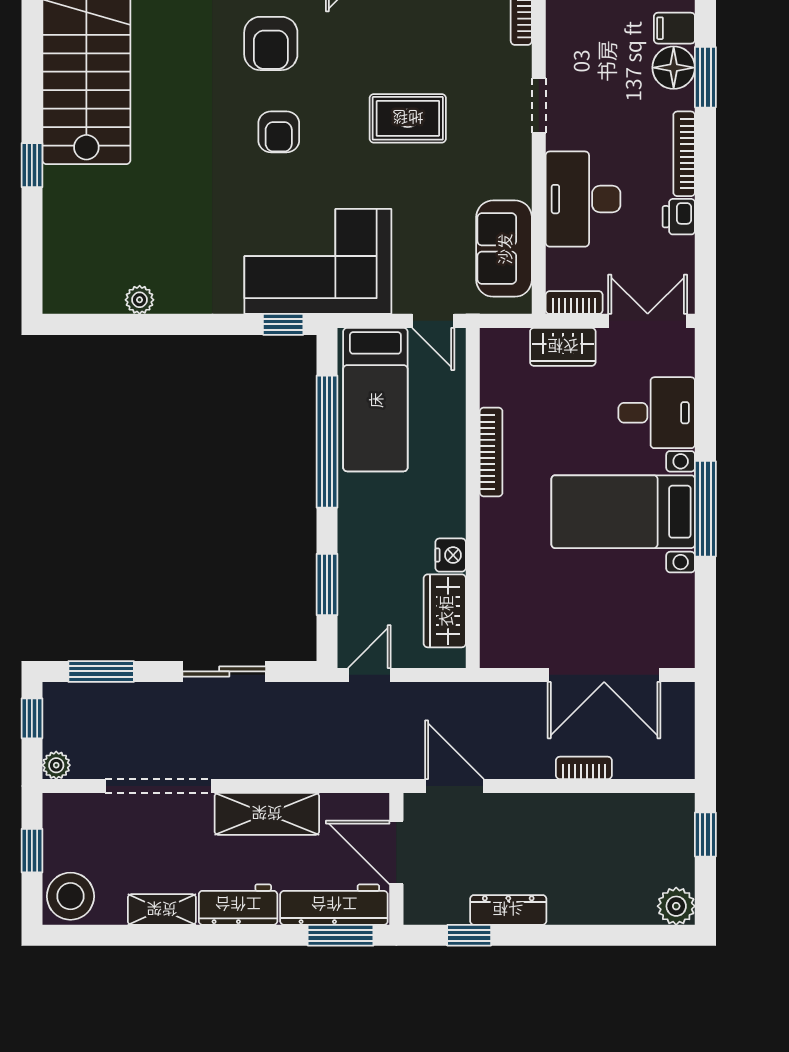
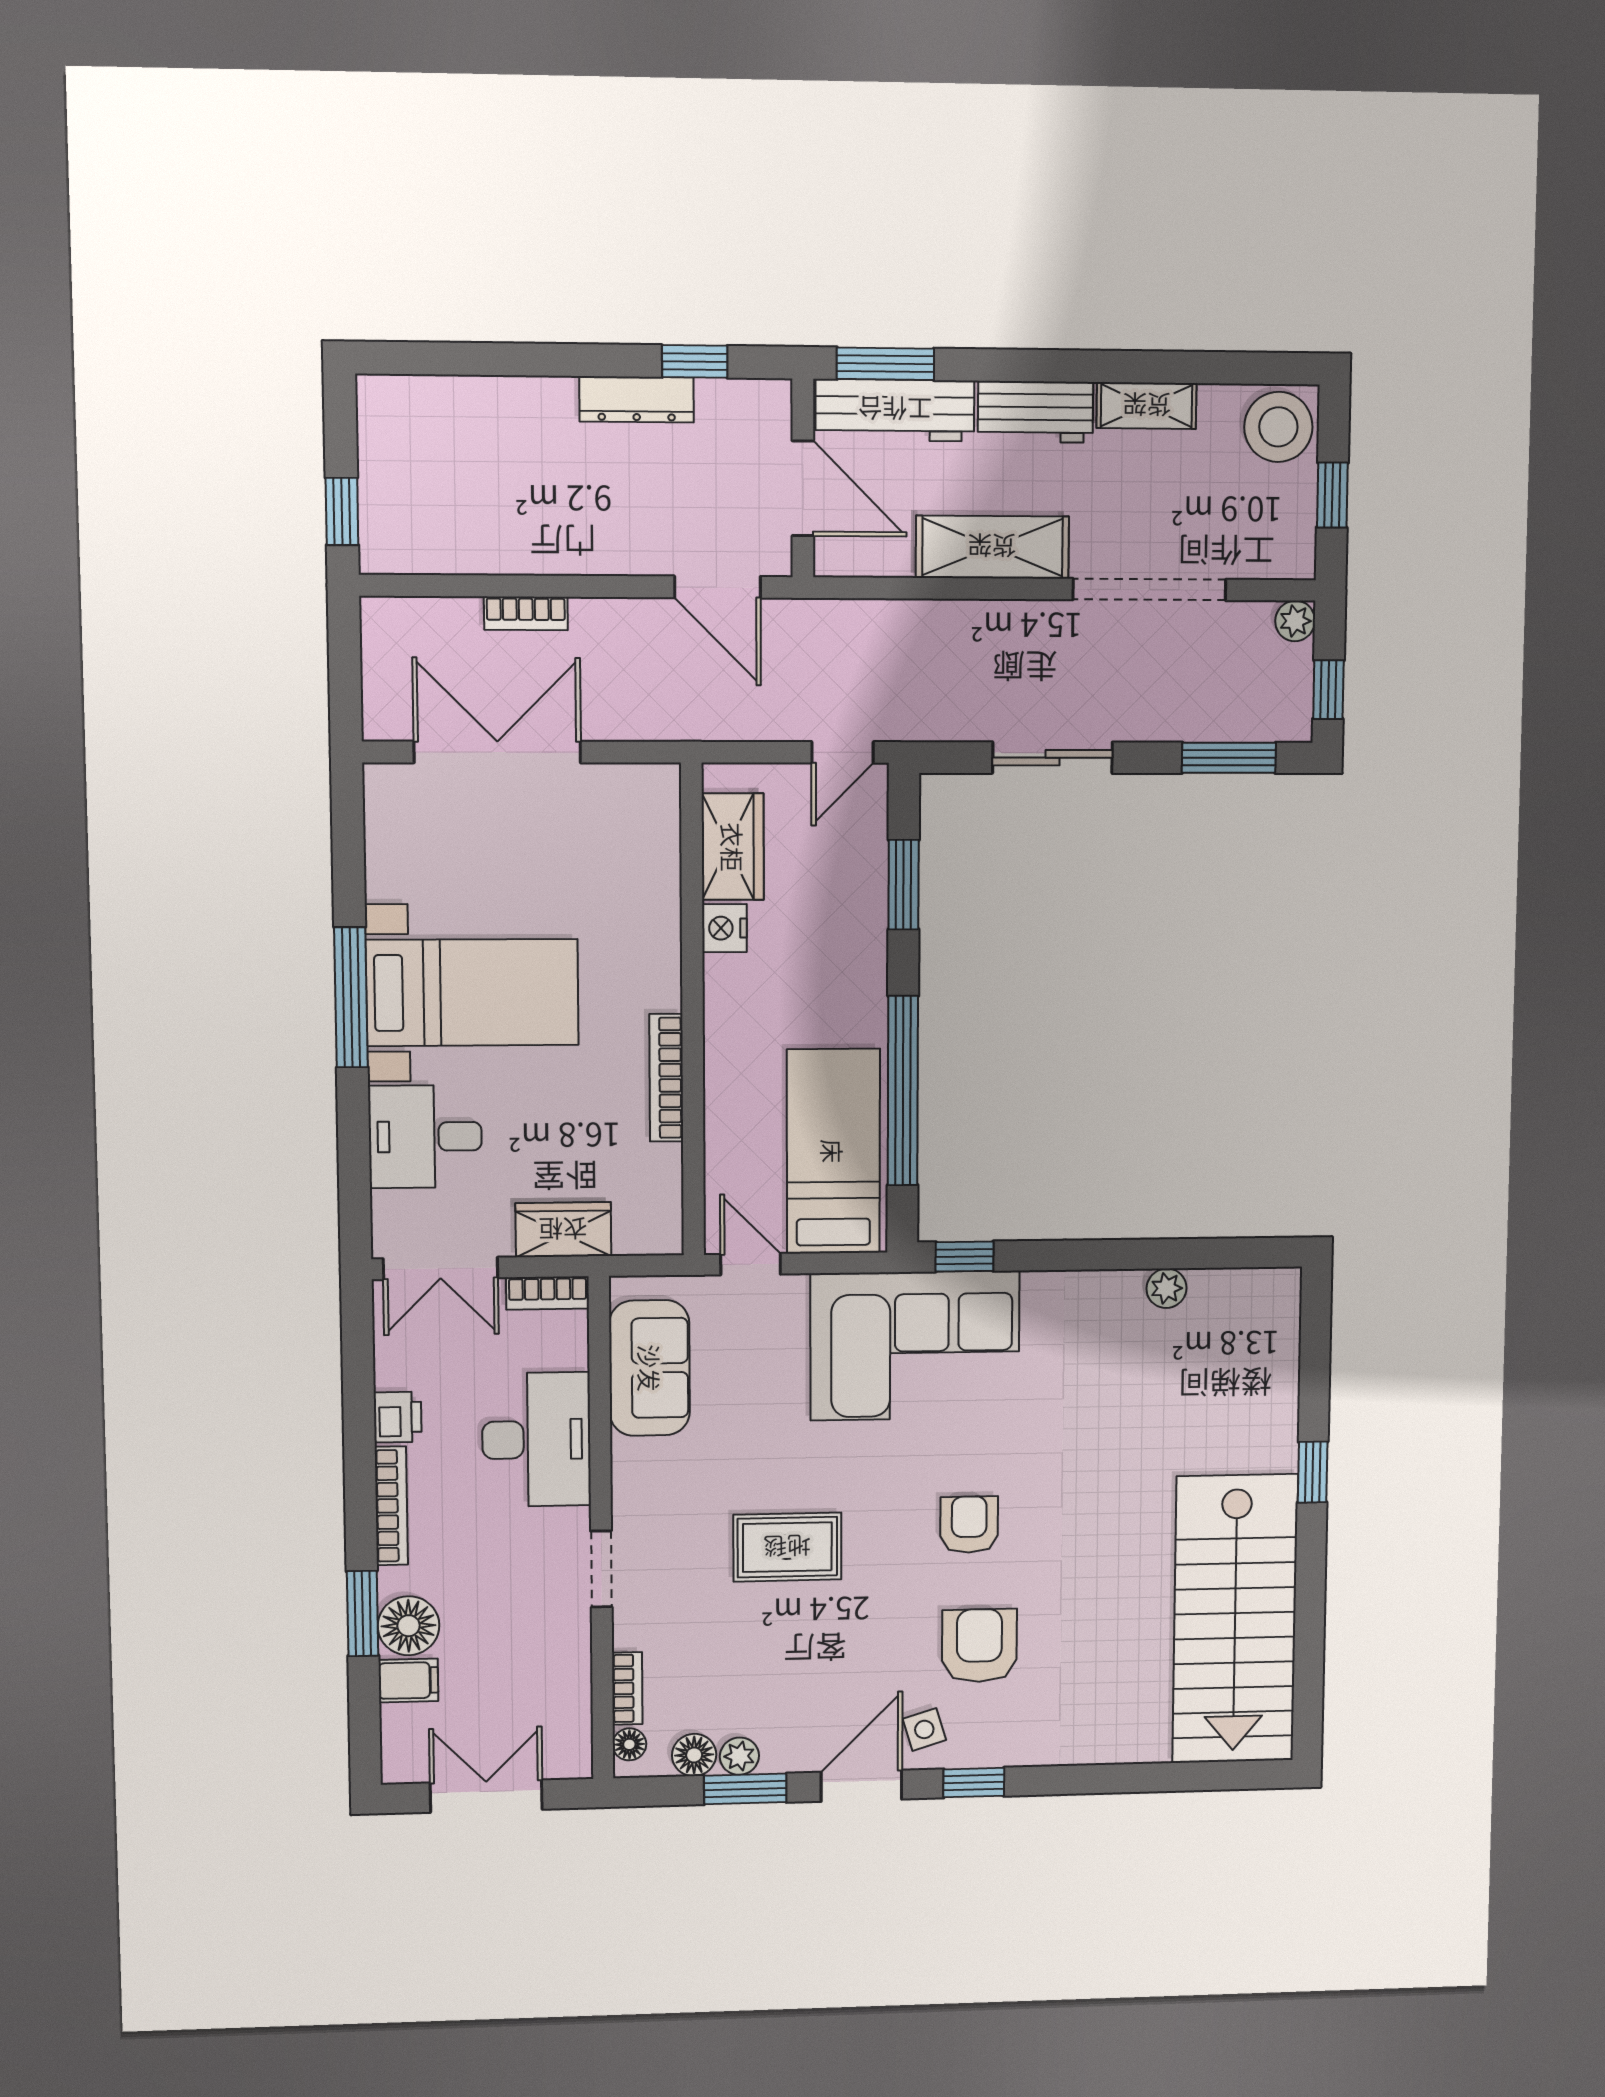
plant: (676, 906) -> (384, 403), removed

